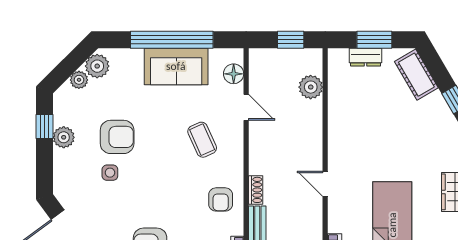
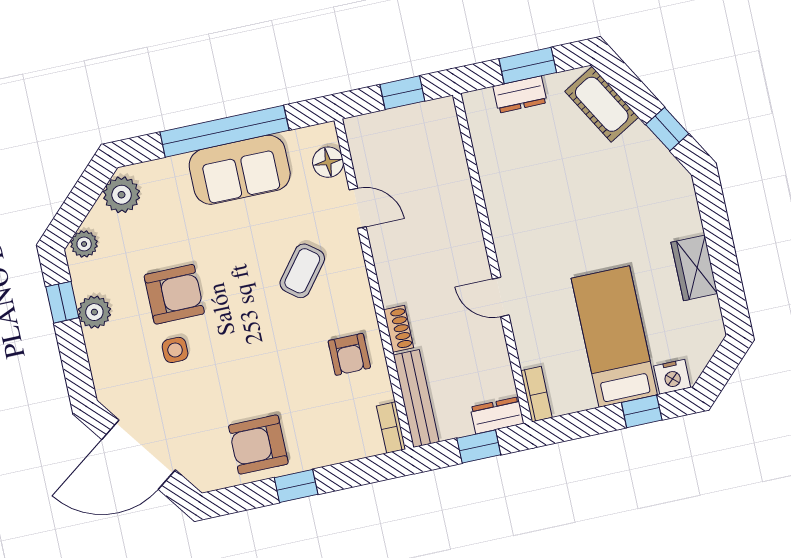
plant: (79, 80) -> (84, 244), moved
plant: (311, 87) -> (448, 157), removed
coffee table: (202, 140) -> (302, 271), turned 62

